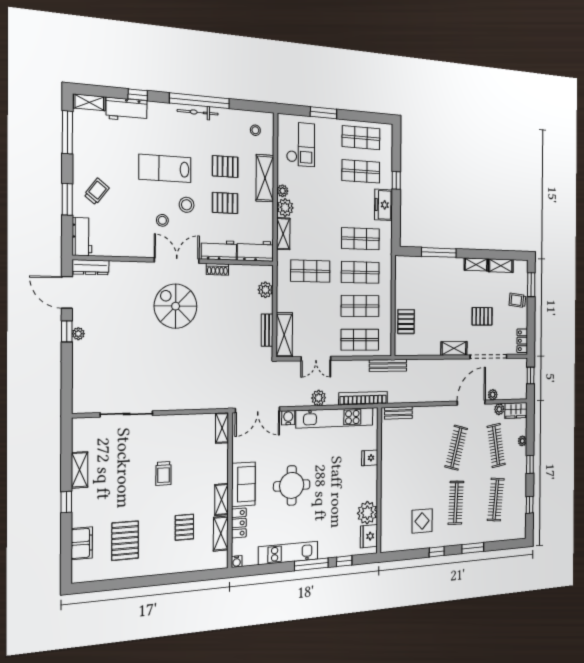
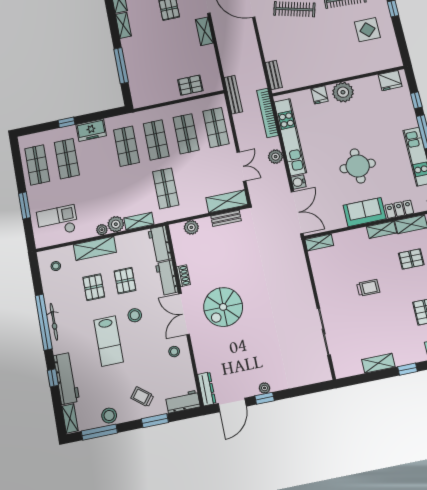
workbench: (127, 110) -> (66, 378), width x1.38
stool: (84, 148) -> (109, 416), added
stool: (162, 220) -> (174, 352), moved
plant: (367, 513) -> (343, 92), moved

